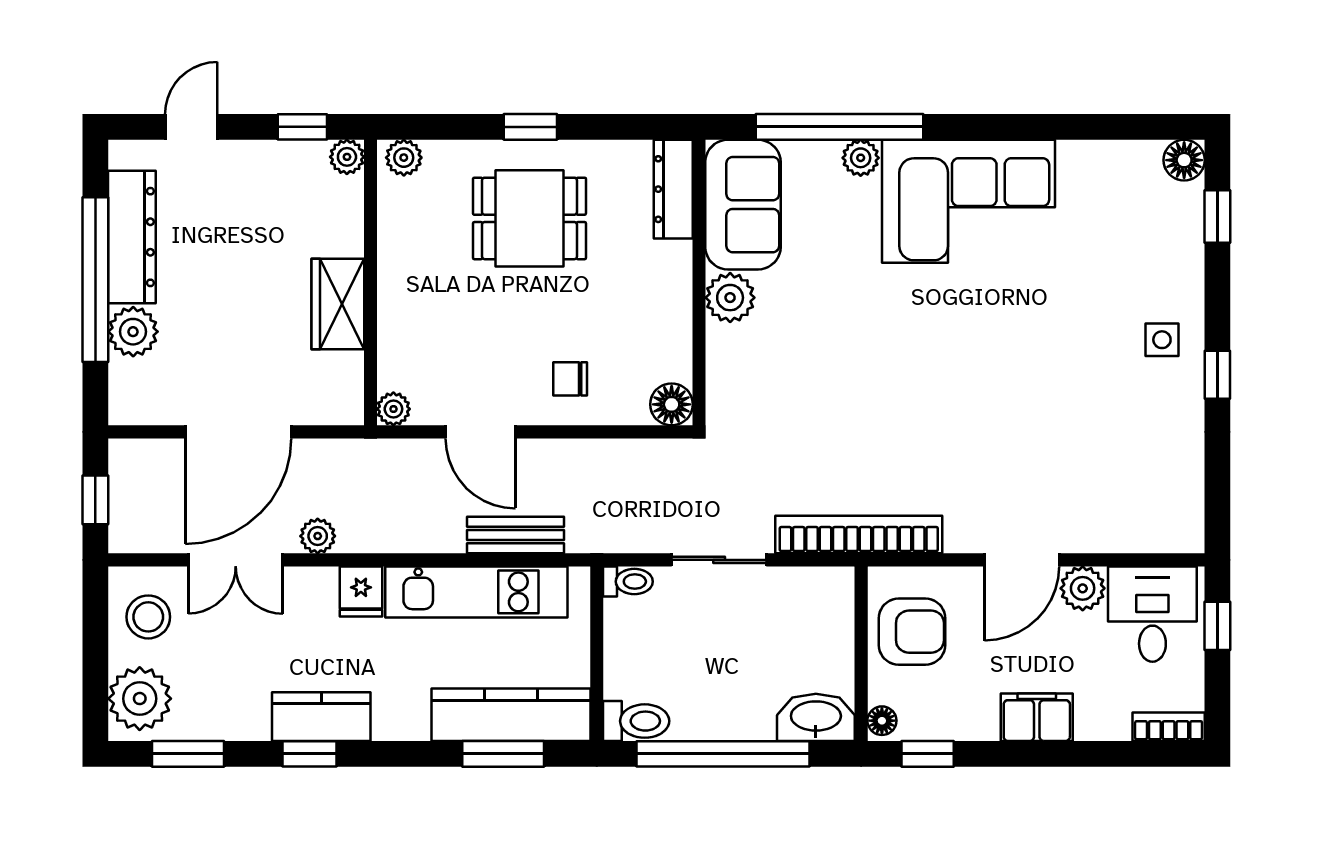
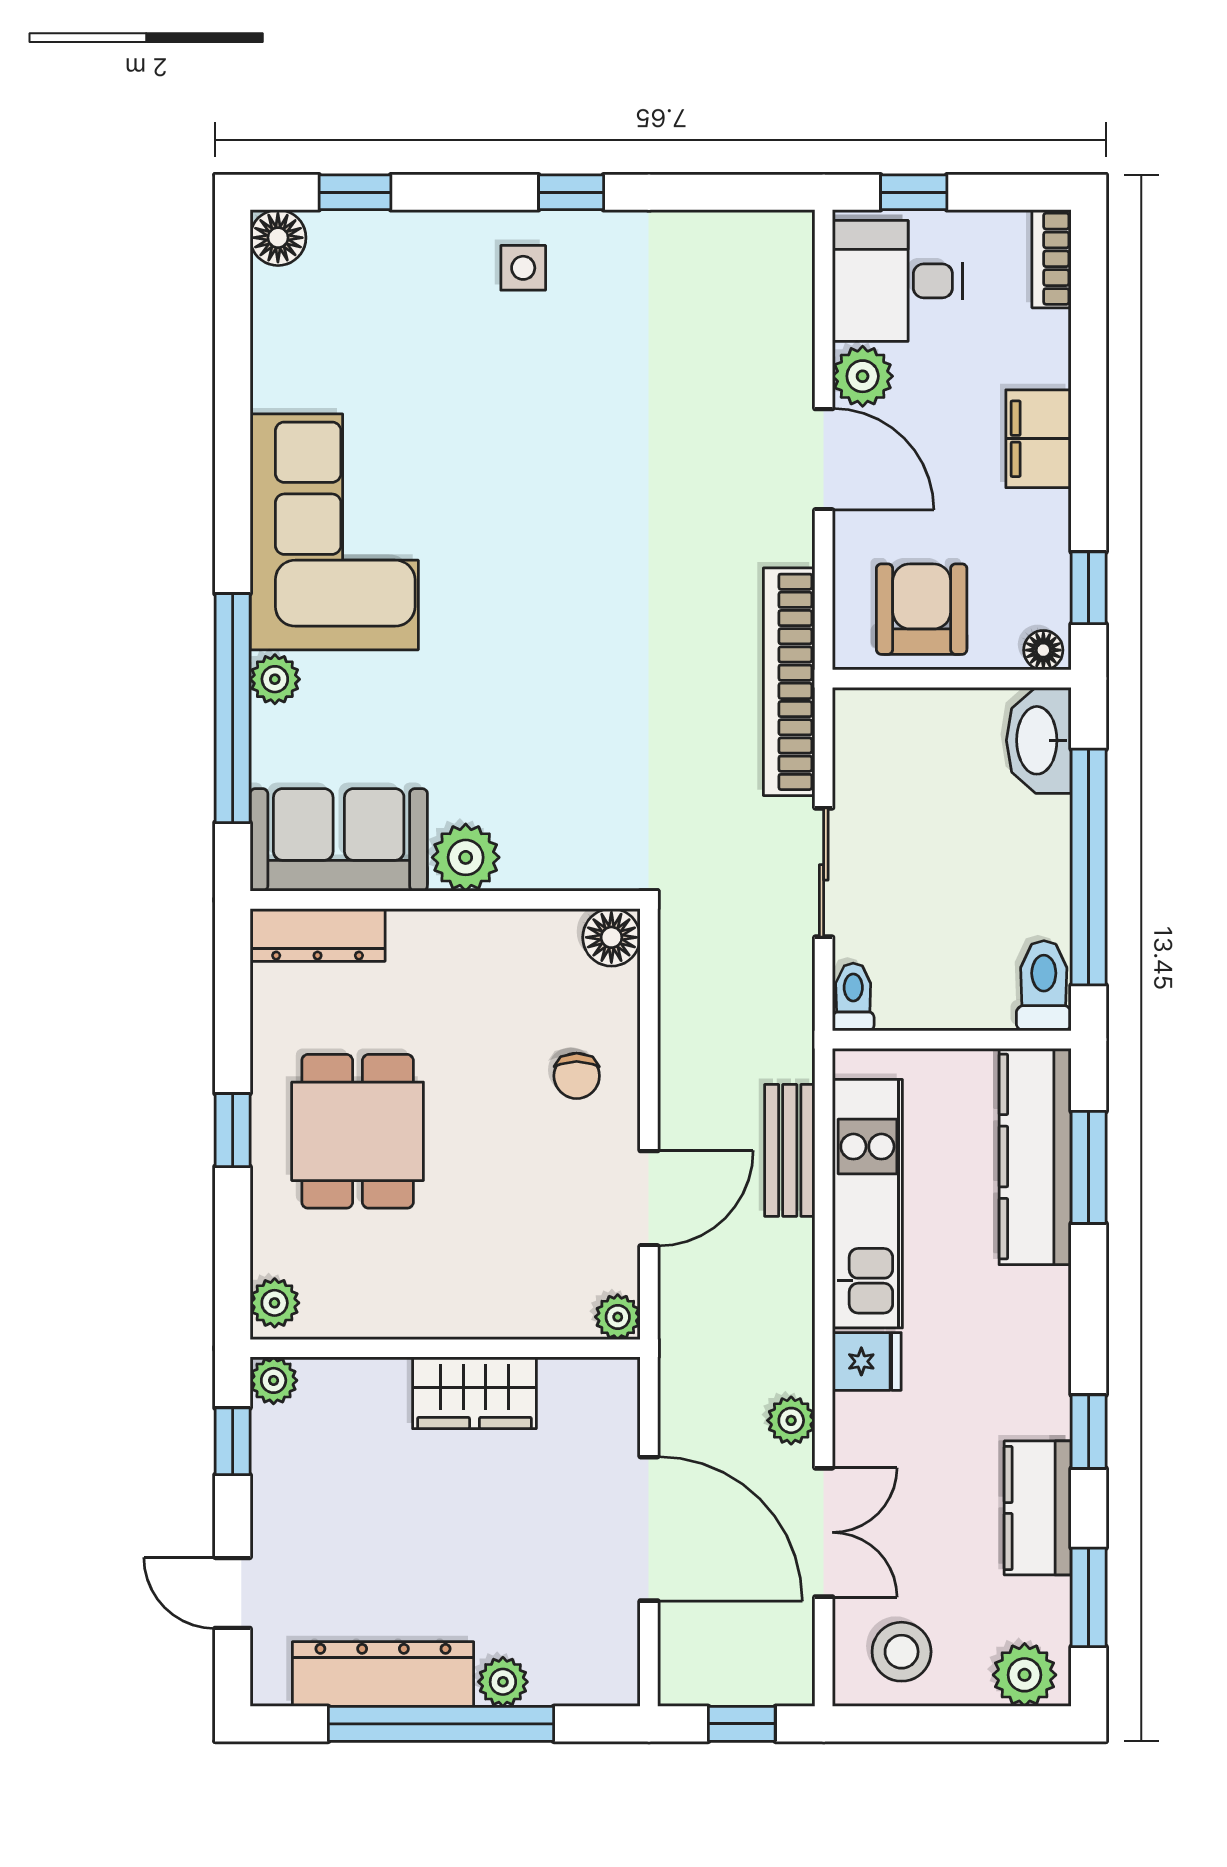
plant: (133, 332) -> (503, 1682), width x0.73, depth x0.73
plant: (140, 699) -> (1025, 1675), width x0.73, depth x0.73
kitchen counter: (321, 717) -> (1038, 1508), moved

